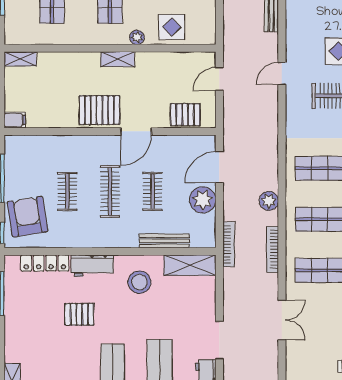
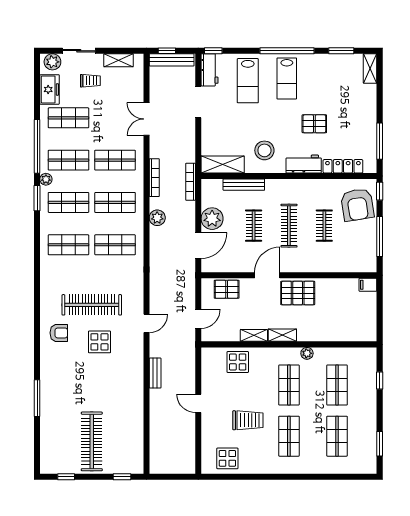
plant: (137, 37) -> (307, 353), moved
shelving: (20, 59) -> (254, 335), moved

